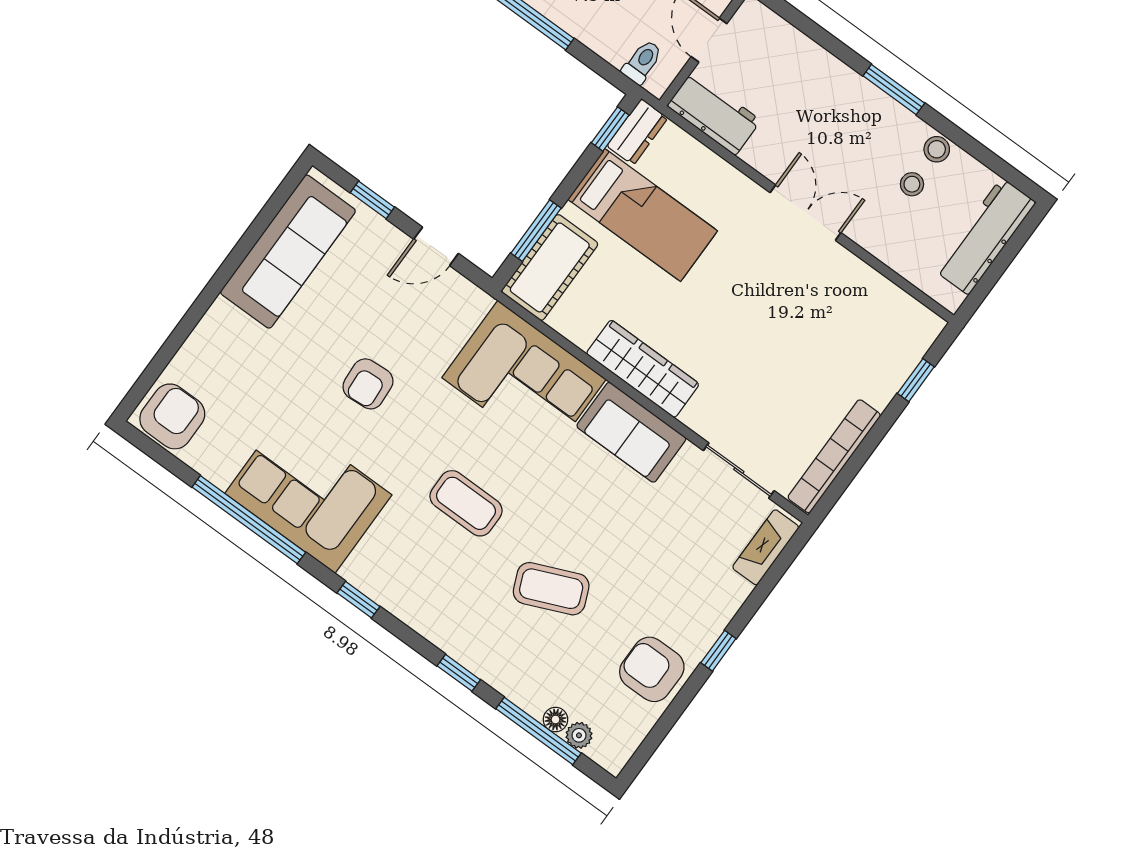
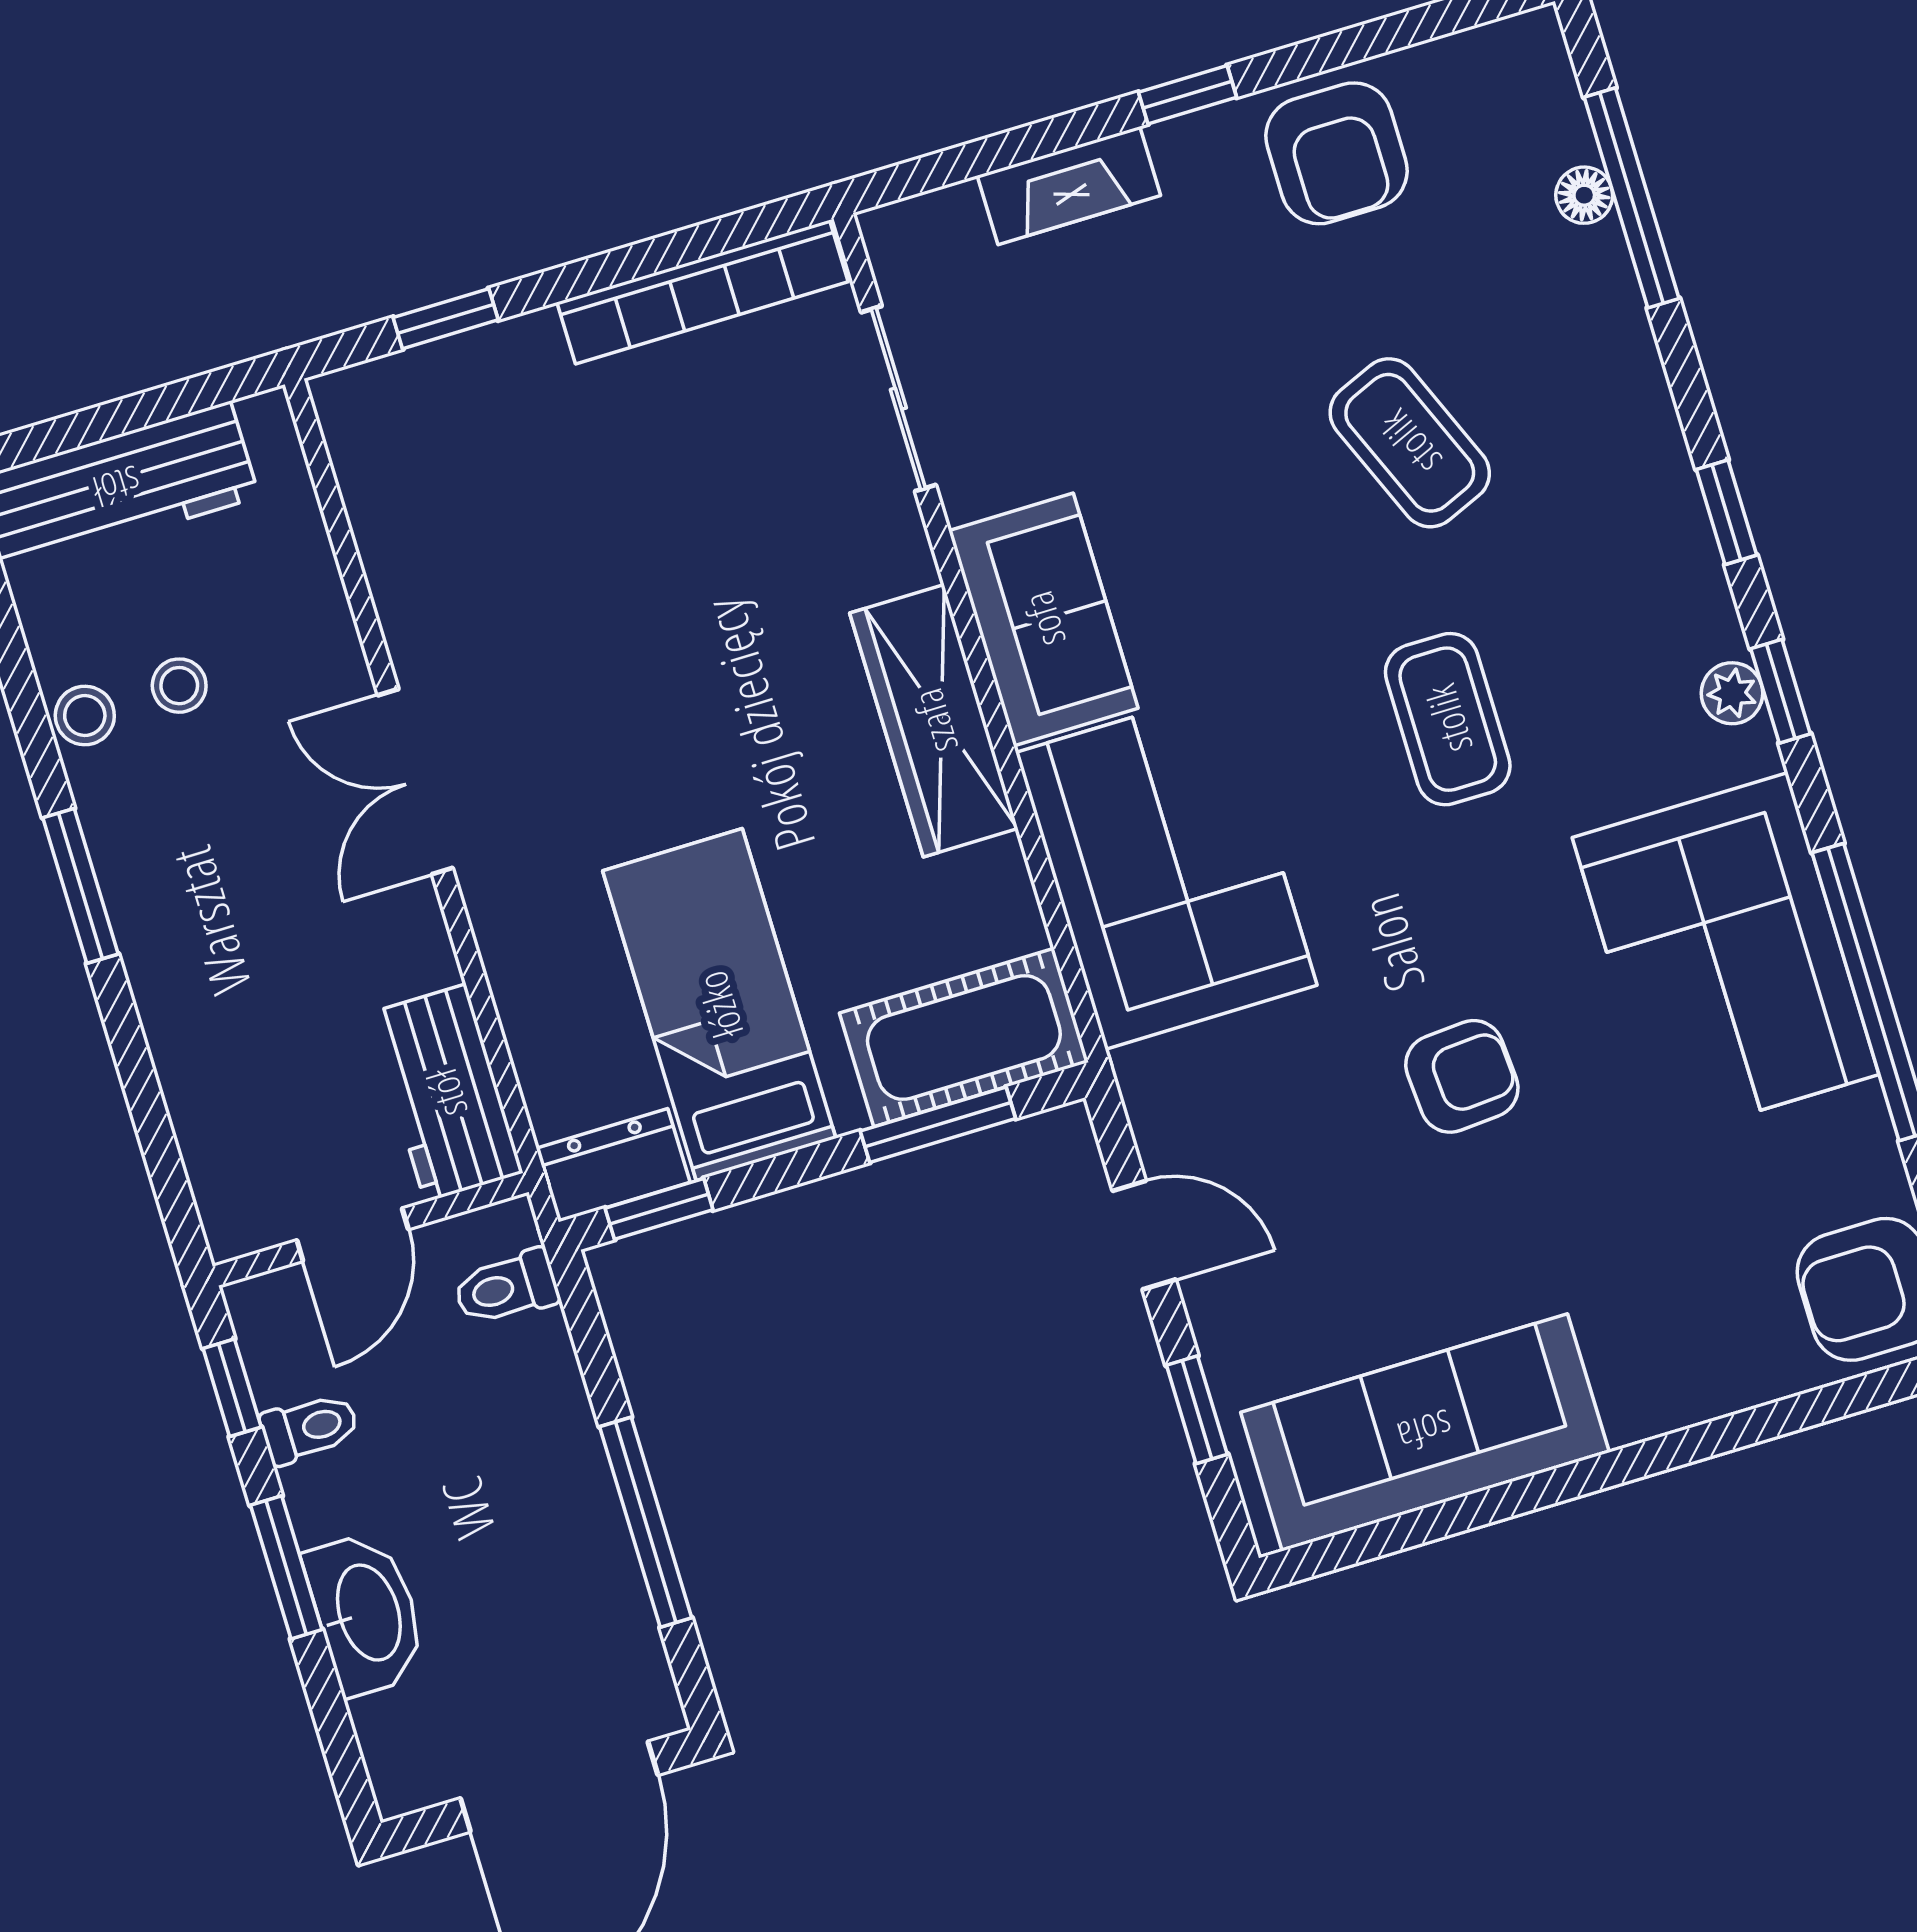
fireplace: (766, 547) -> (1069, 186), moved
window: (459, 673) -> (1727, 512), moved
plant: (579, 735) -> (1732, 693), moved

